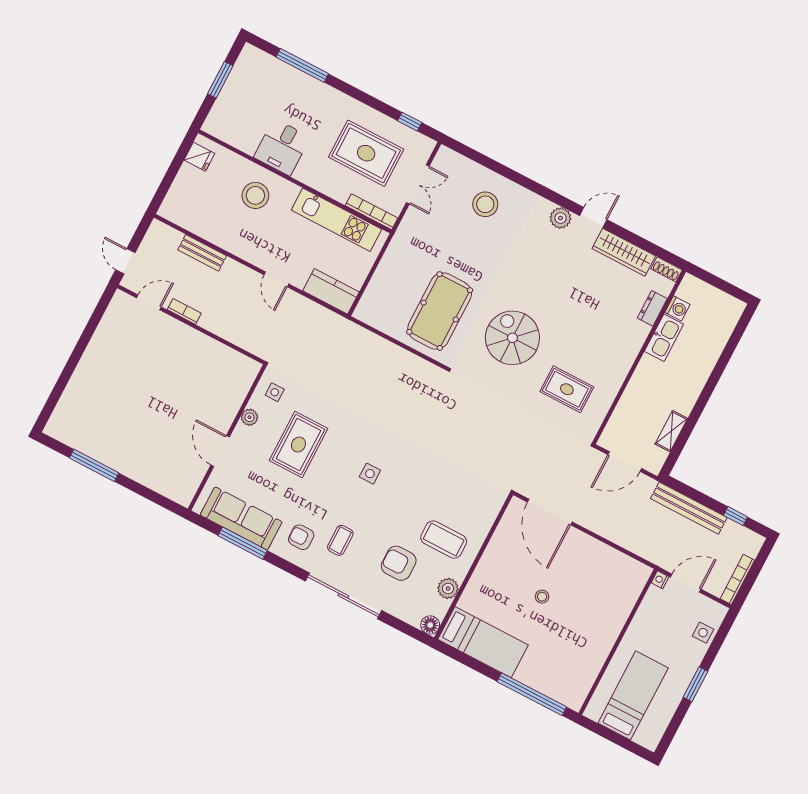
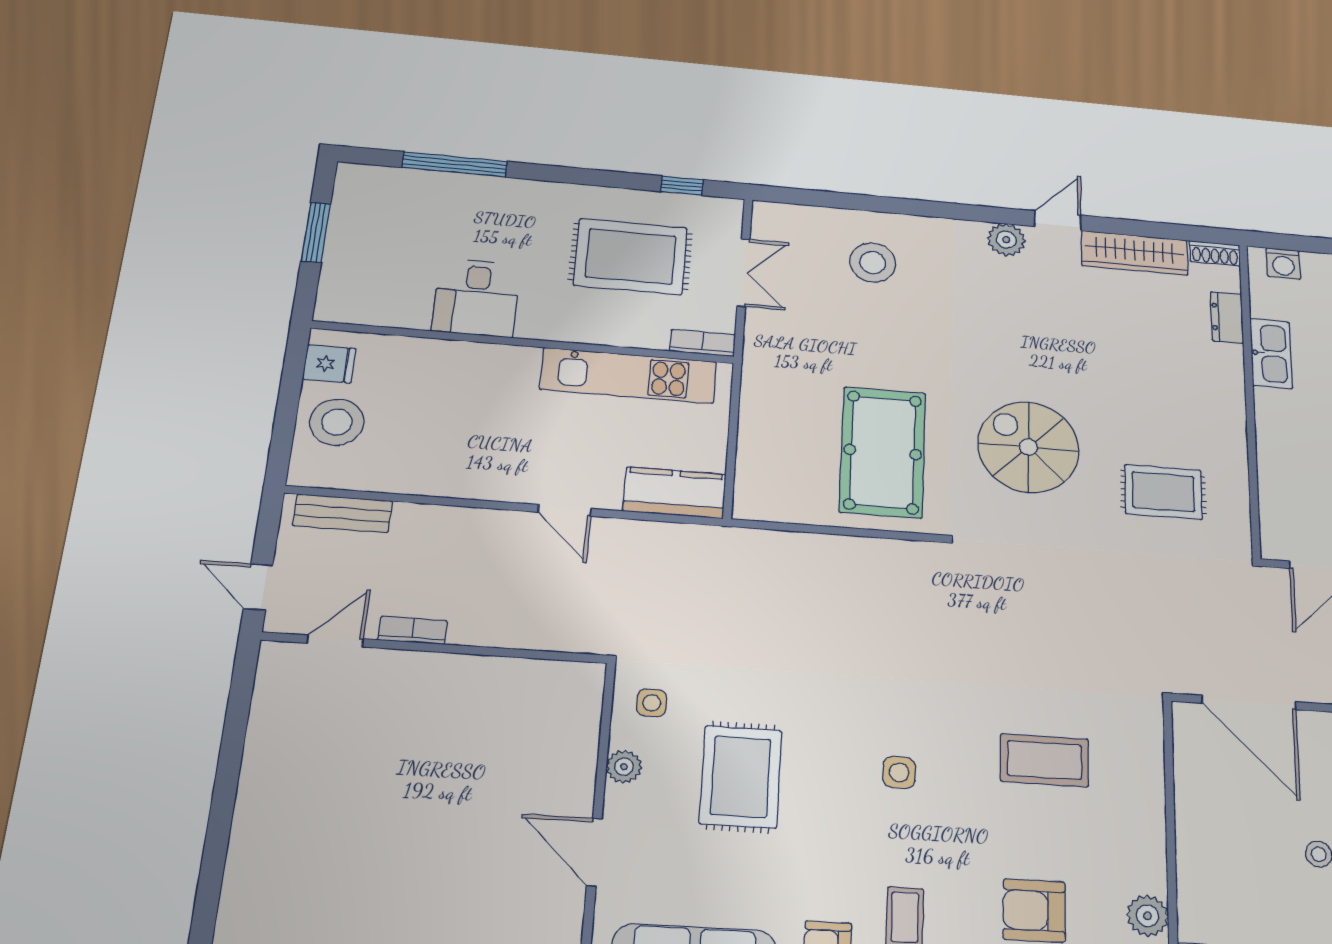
stool: (255, 195) -> (337, 422), moved
bookcase: (372, 212) -> (703, 343), width x0.64
bench: (202, 253) -> (343, 513), moved
washing machine: (677, 308) -> (1283, 263), moved, turned 90
coffee table: (444, 540) -> (1044, 760), moved

